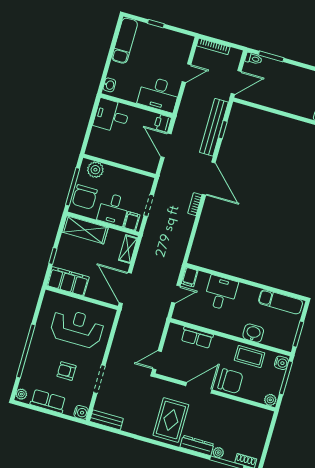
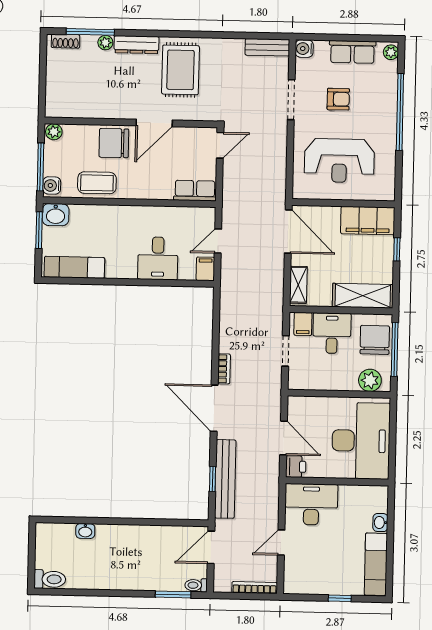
washbasin: (109, 85) -> (380, 523), moved
desk: (112, 116) -> (361, 441), width x1.87, depth x1.30
washbasin: (253, 333) -> (56, 215), moved
row of seats: (197, 337) -> (195, 191), moved

